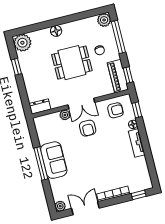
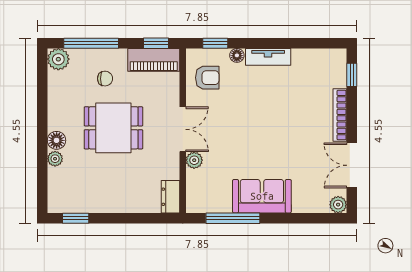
plant: (22, 43) -> (55, 159), moved, width x0.53, depth x0.53
dining table: (72, 63) -> (113, 128), turned 90
window: (16, 67) -> (76, 218), moved
armchair: (115, 110) -> (207, 78), turned 90
armchair: (88, 128) -> (225, 129), removed
window: (41, 163) -> (233, 218), moved

